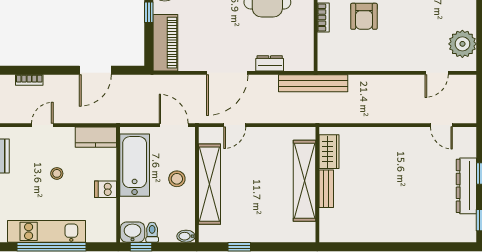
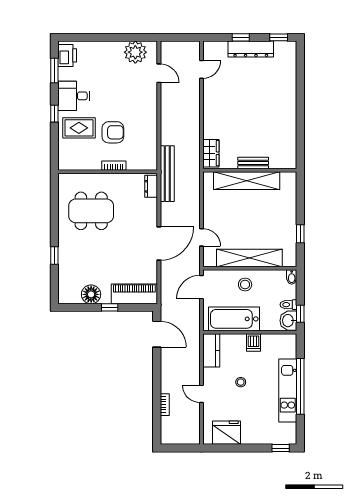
dresser: (270, 63) -> (151, 186), moved
door: (95, 70) -> (157, 334), moved
door: (227, 73) -> (159, 244), hinge flipped
wardrobe: (329, 152) -> (211, 153), moved, turned 90

